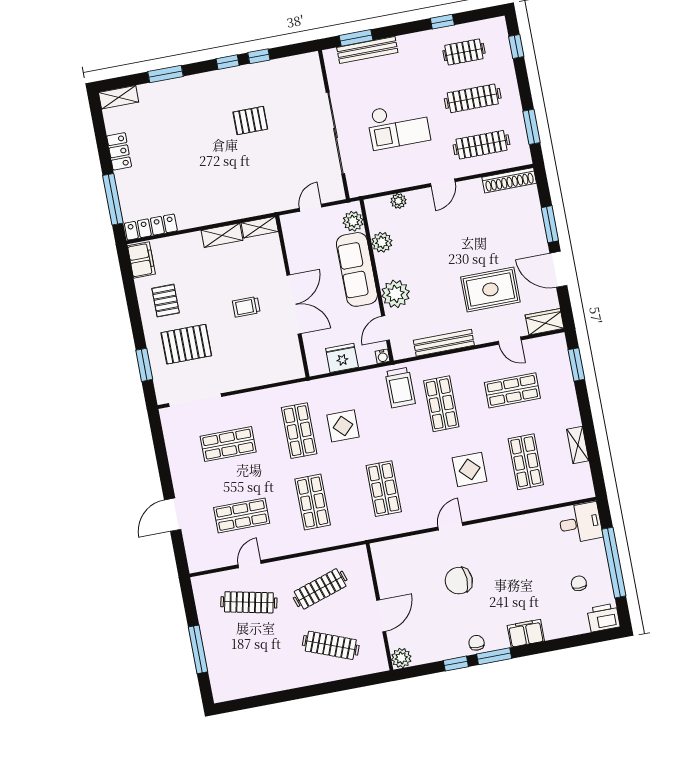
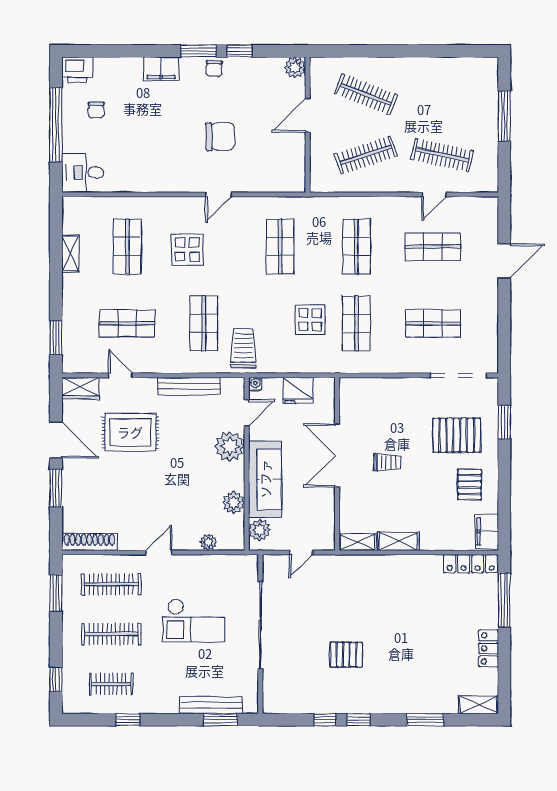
checkout: (398, 125) -> (194, 621), turned 180

